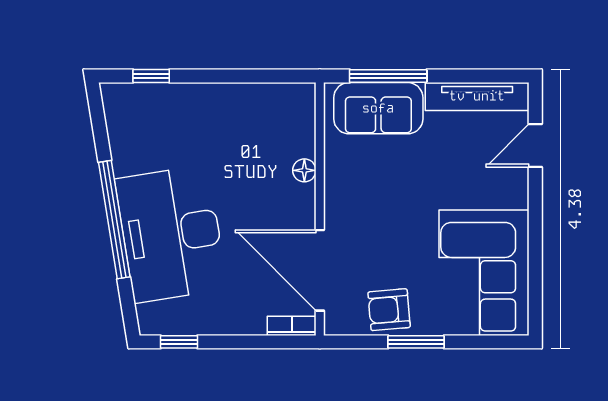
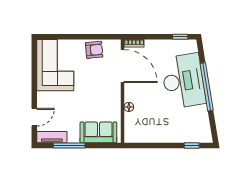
window: (388, 76) -> (69, 146), moved
tv unit: (477, 96) -> (52, 137), width x0.71
window: (416, 342) -> (83, 37), removed

